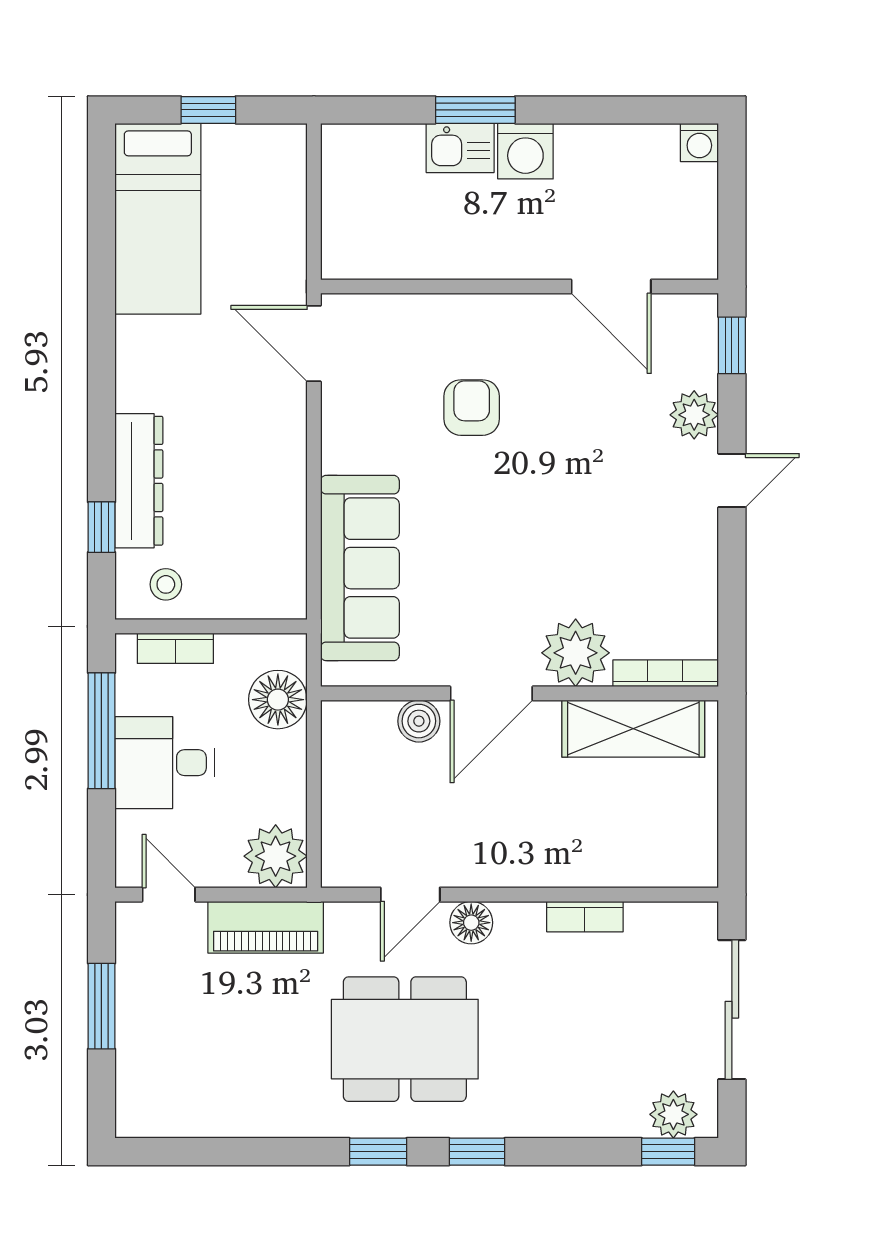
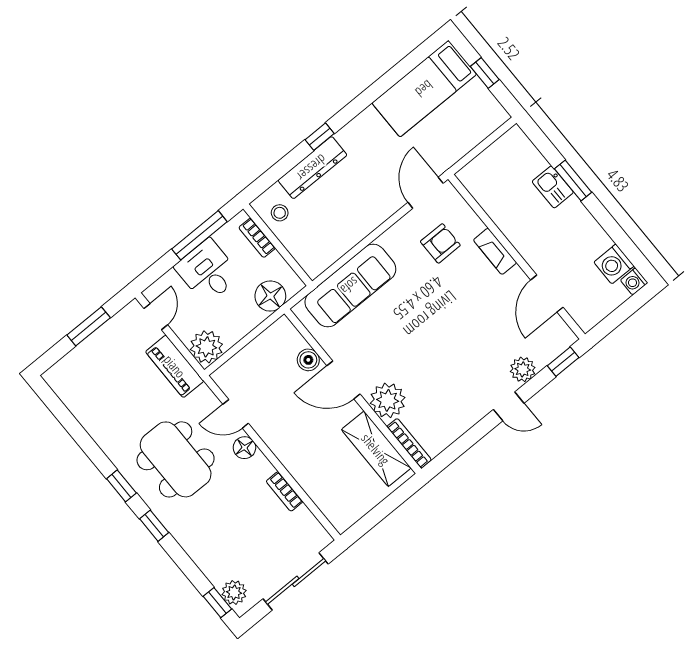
washing machine: (525, 151) -> (614, 264), moved
fireplace: (485, 312) -> (495, 251), added
armchair: (472, 408) -> (440, 243), moved
window: (101, 527) -> (320, 137), moved

